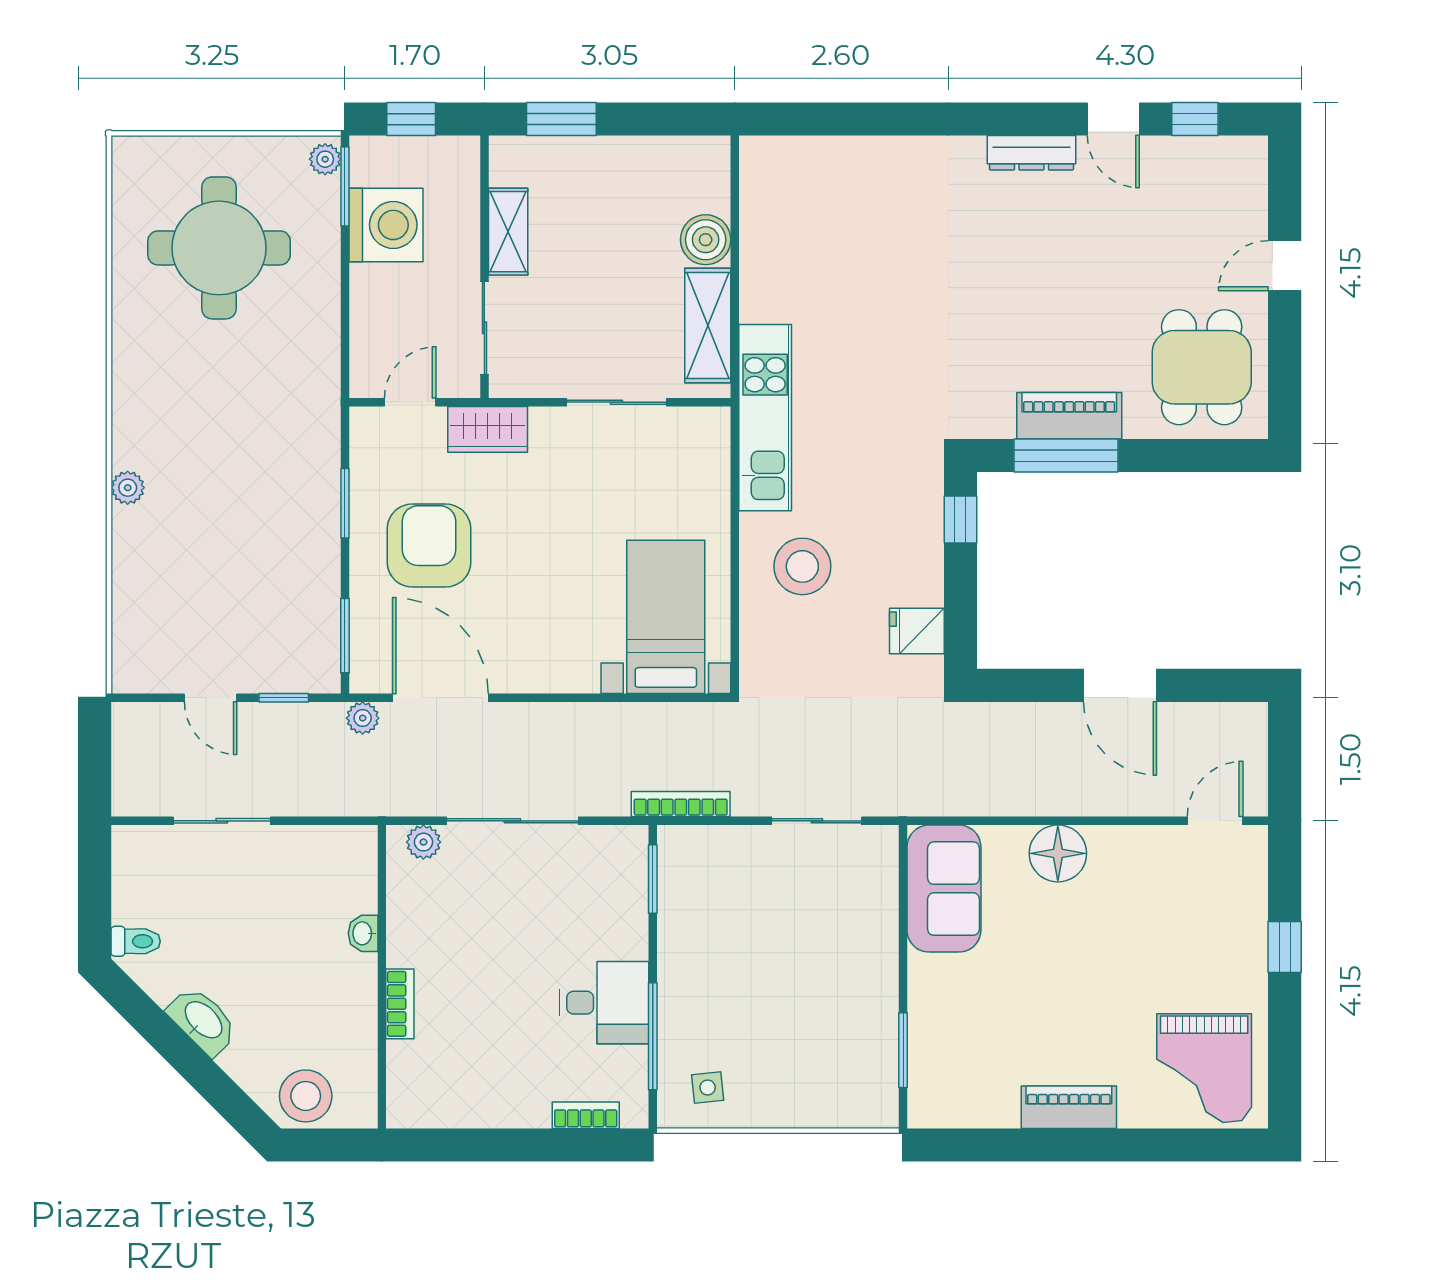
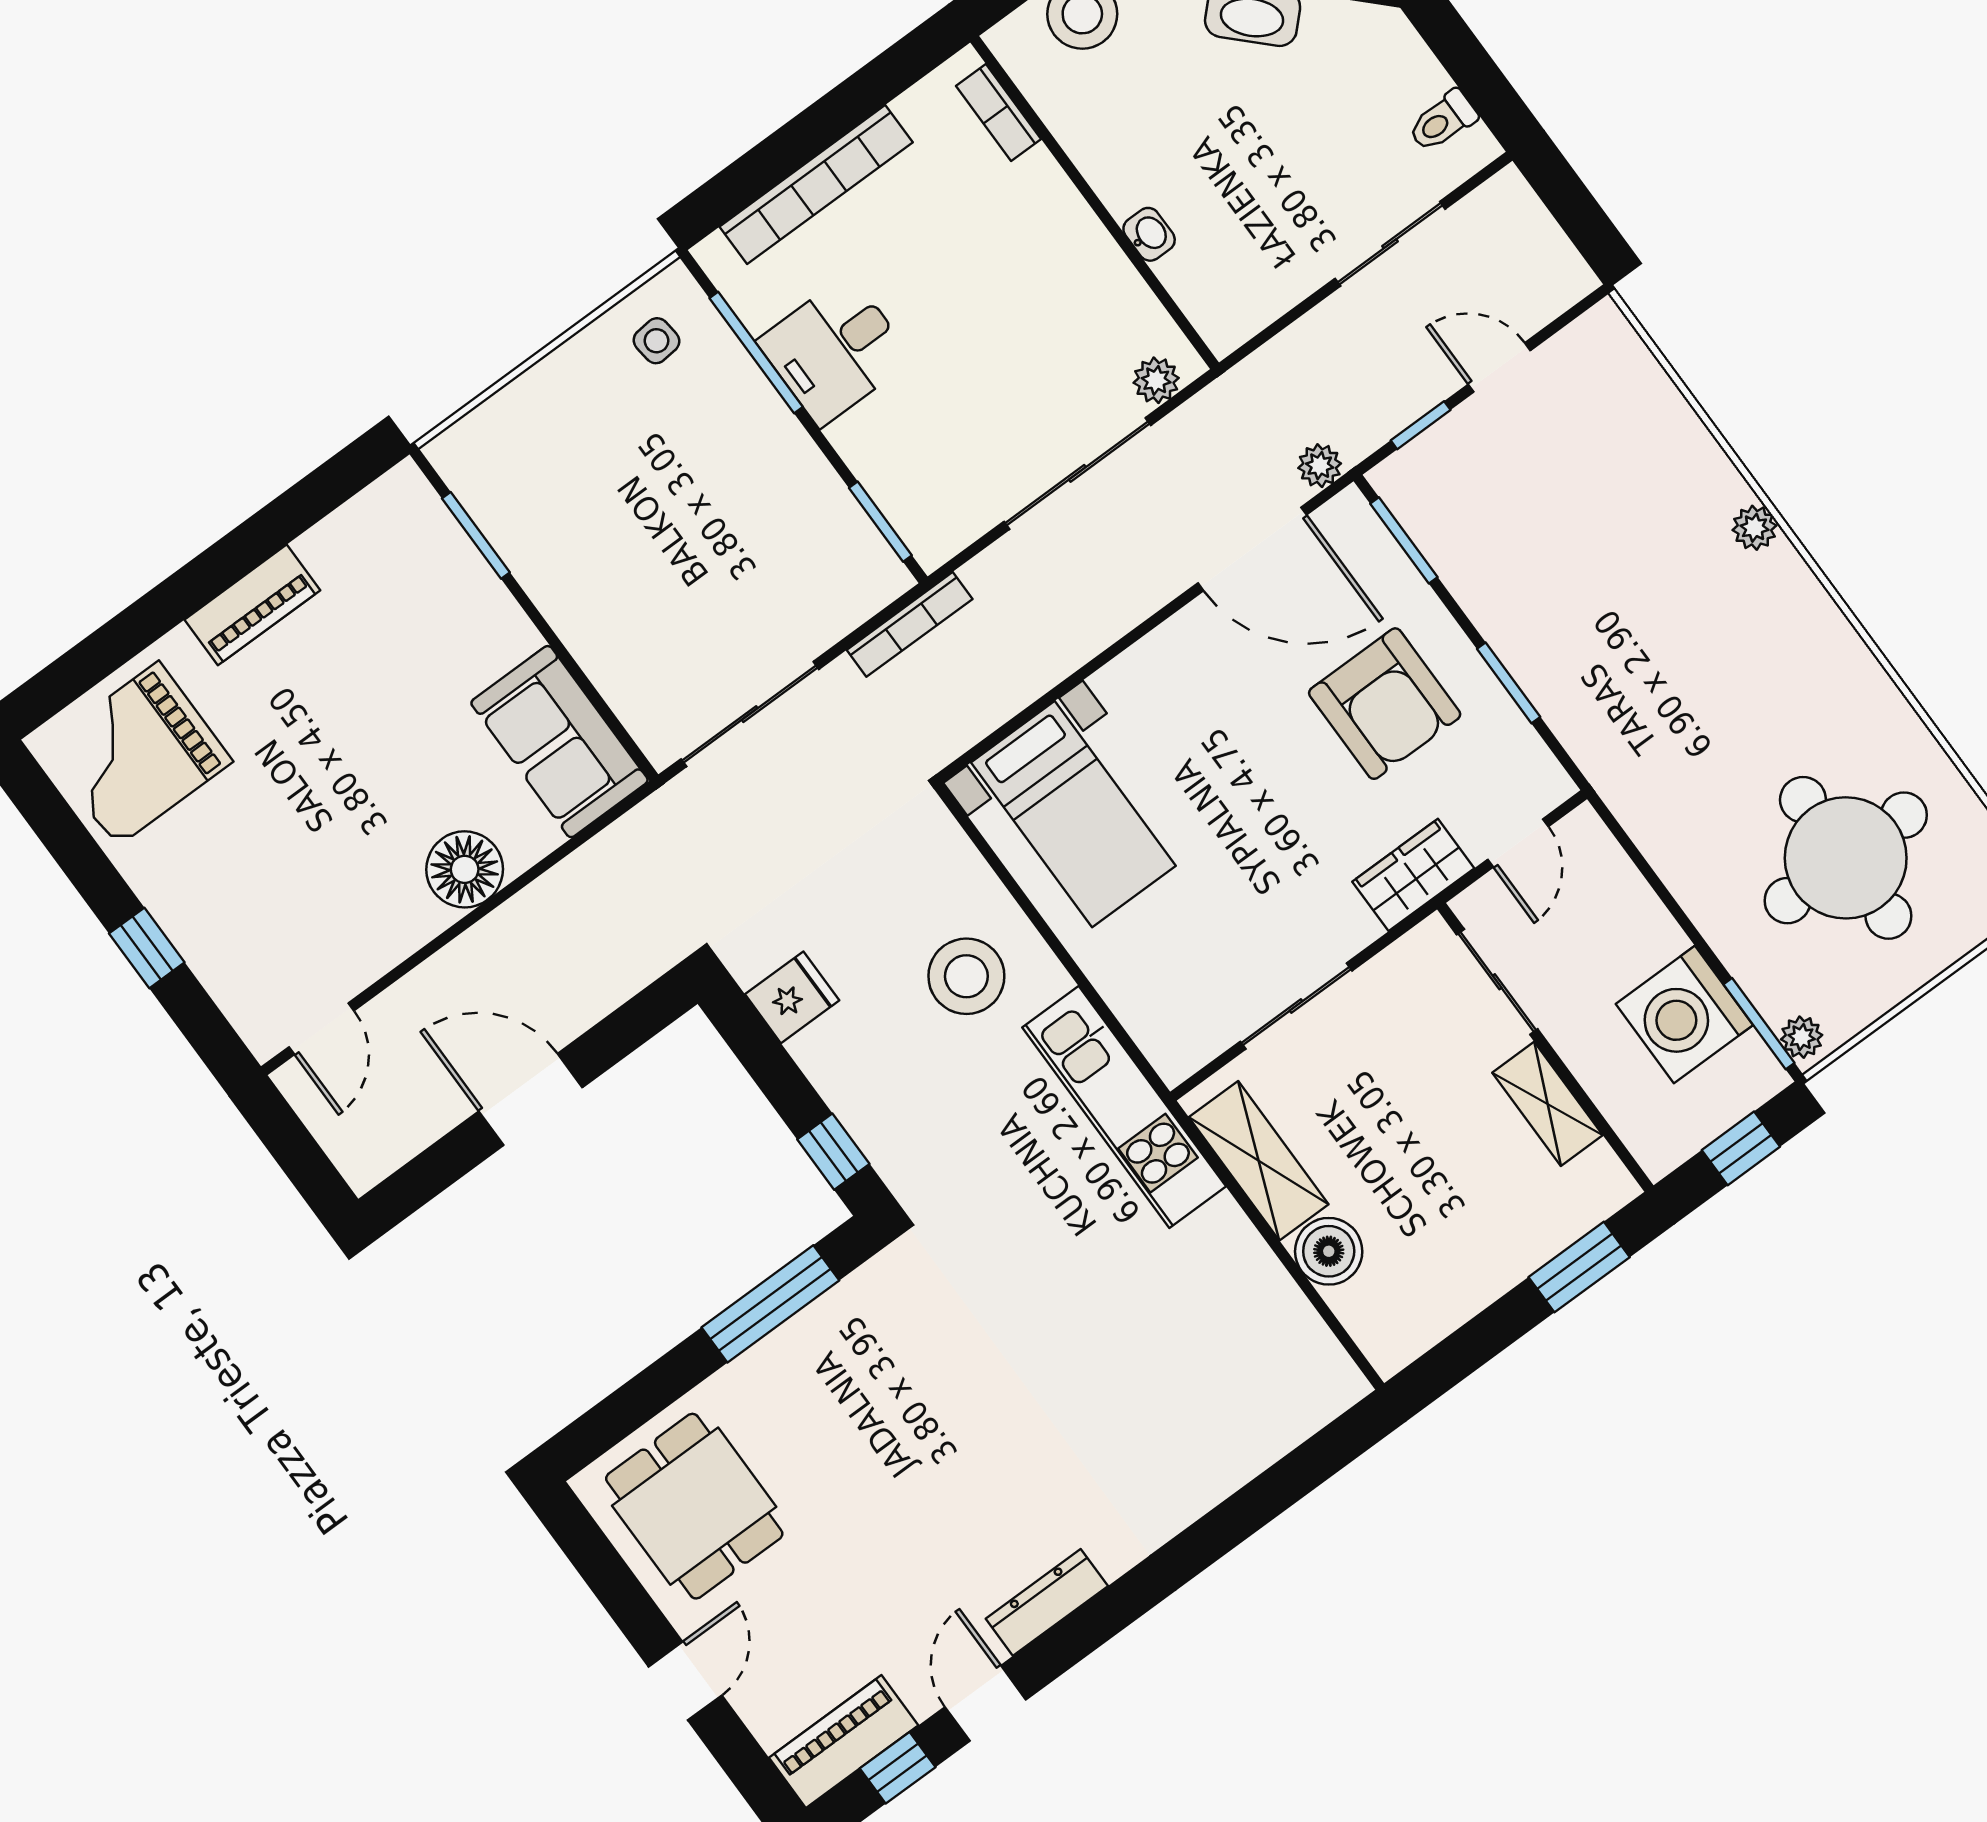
door: (1113, 119) -> (985, 1703), hinge flipped
piano: (1069, 416) -> (844, 1741), moved, turned 180
sliding door: (817, 821) -> (750, 714), width x1.37
toilet: (136, 941) -> (1443, 121), moved
bookcase: (400, 1004) -> (999, 113), moved
grand piano: (1204, 1068) -> (138, 754), turned -90
bookcase: (586, 1115) -> (816, 185), width x2.31, depth x1.31

